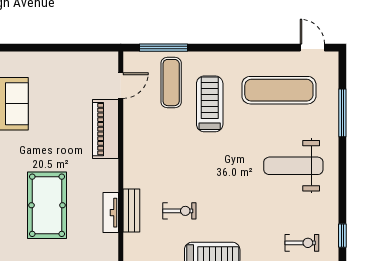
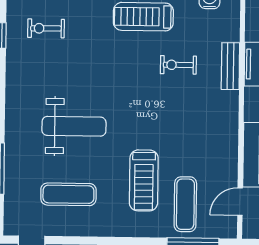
exercise mat: (279, 90) -> (68, 194), width x0.73, depth x0.69
weight bench: (293, 166) -> (74, 126), moved

